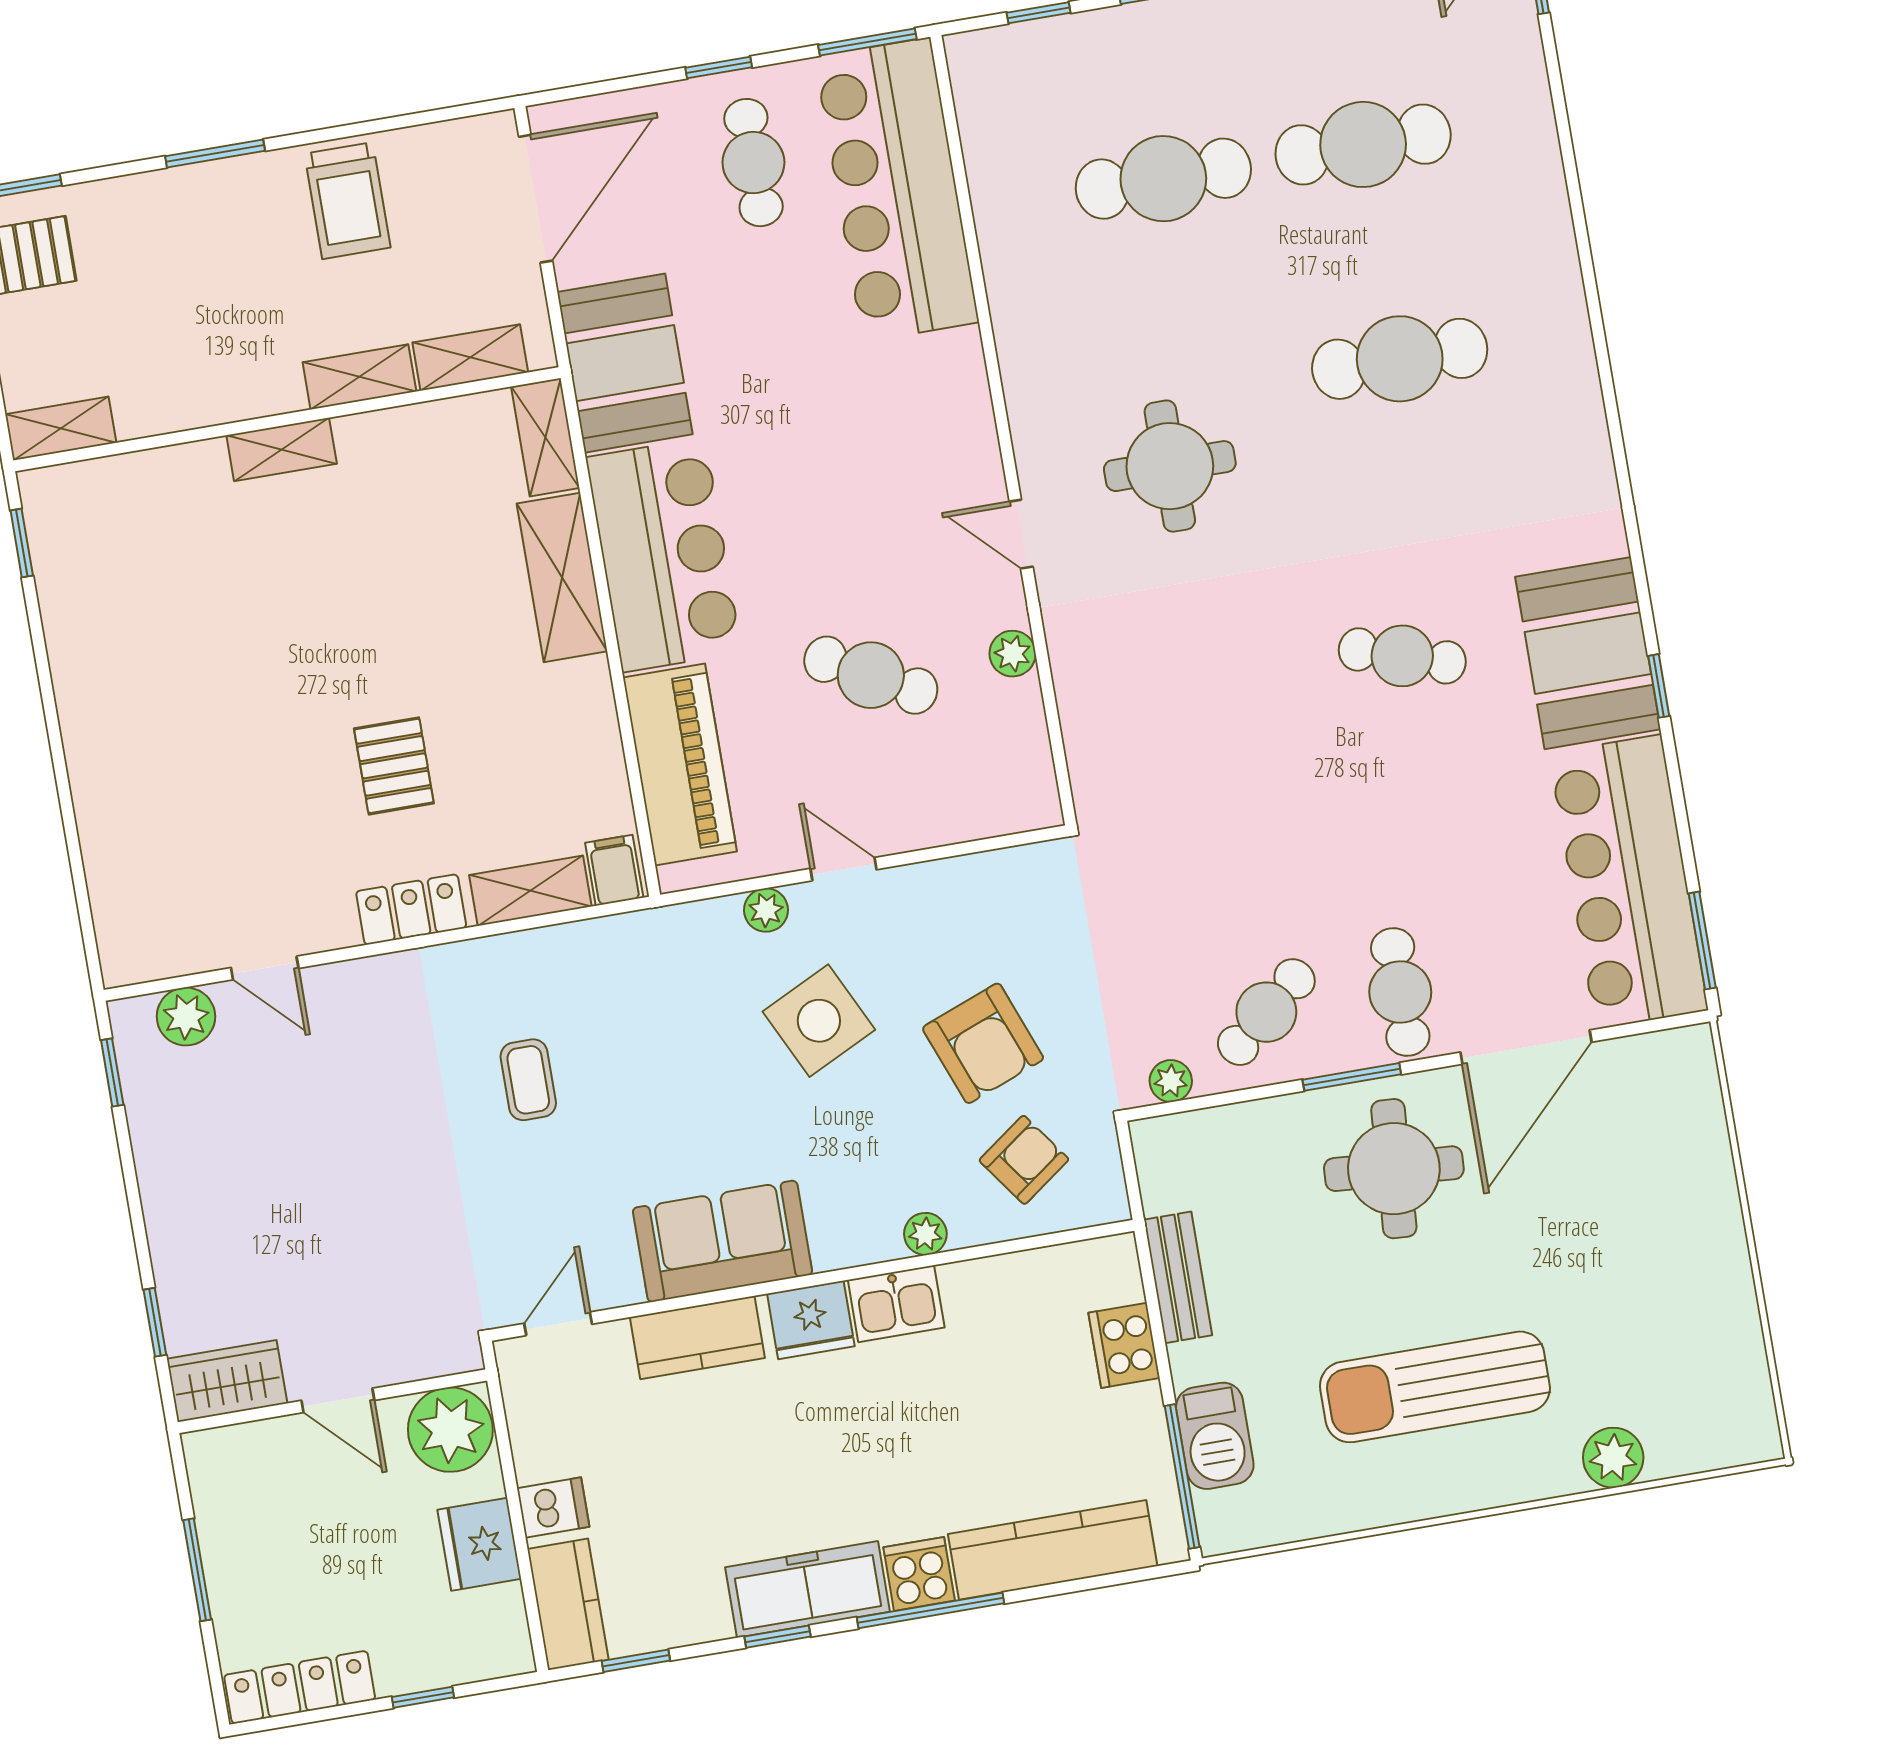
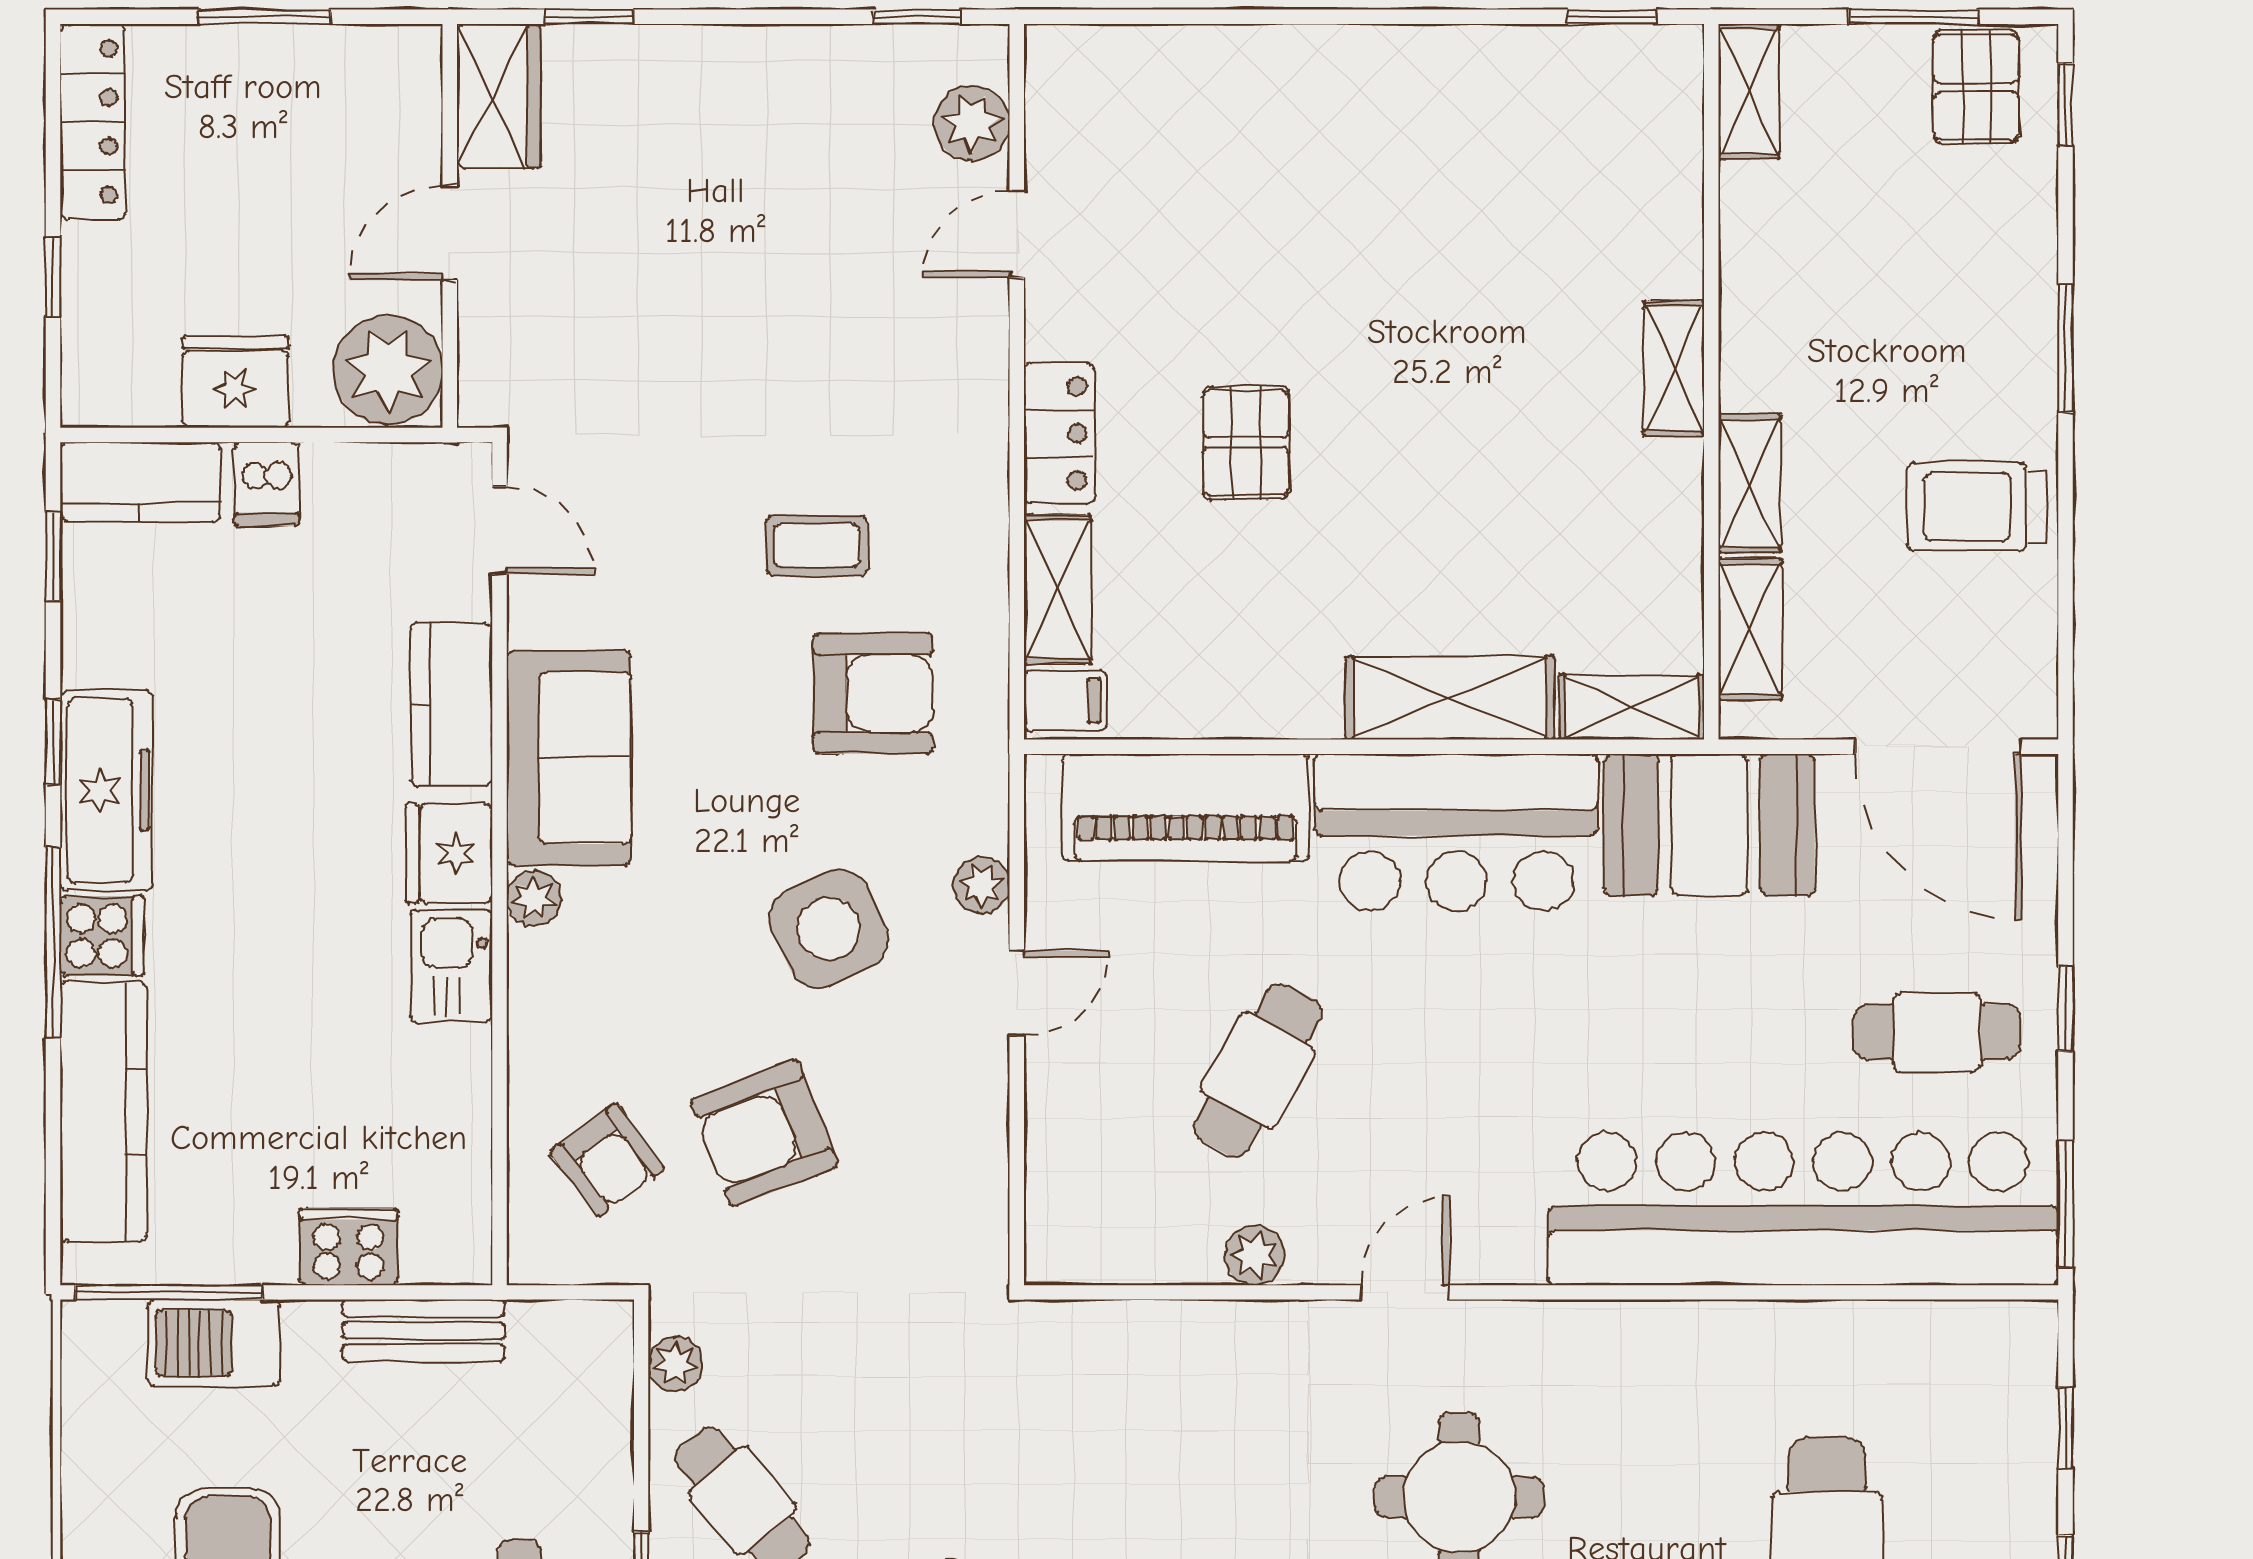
bar counter: (897, 190) -> (1803, 1209), width x1.36
pallet: (394, 766) -> (1246, 443), turned 90
armchair: (634, 1018) -> (873, 693), added
plant: (925, 1234) -> (534, 898), moved

